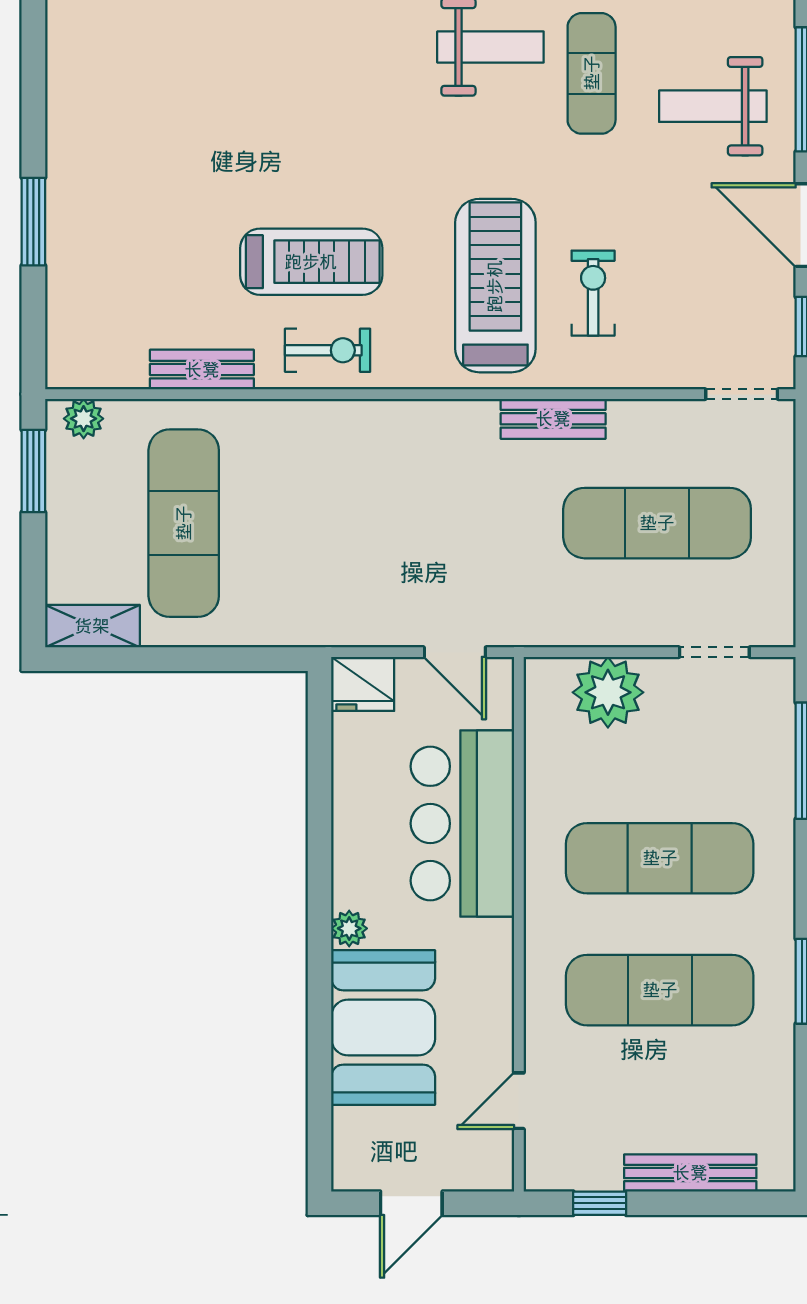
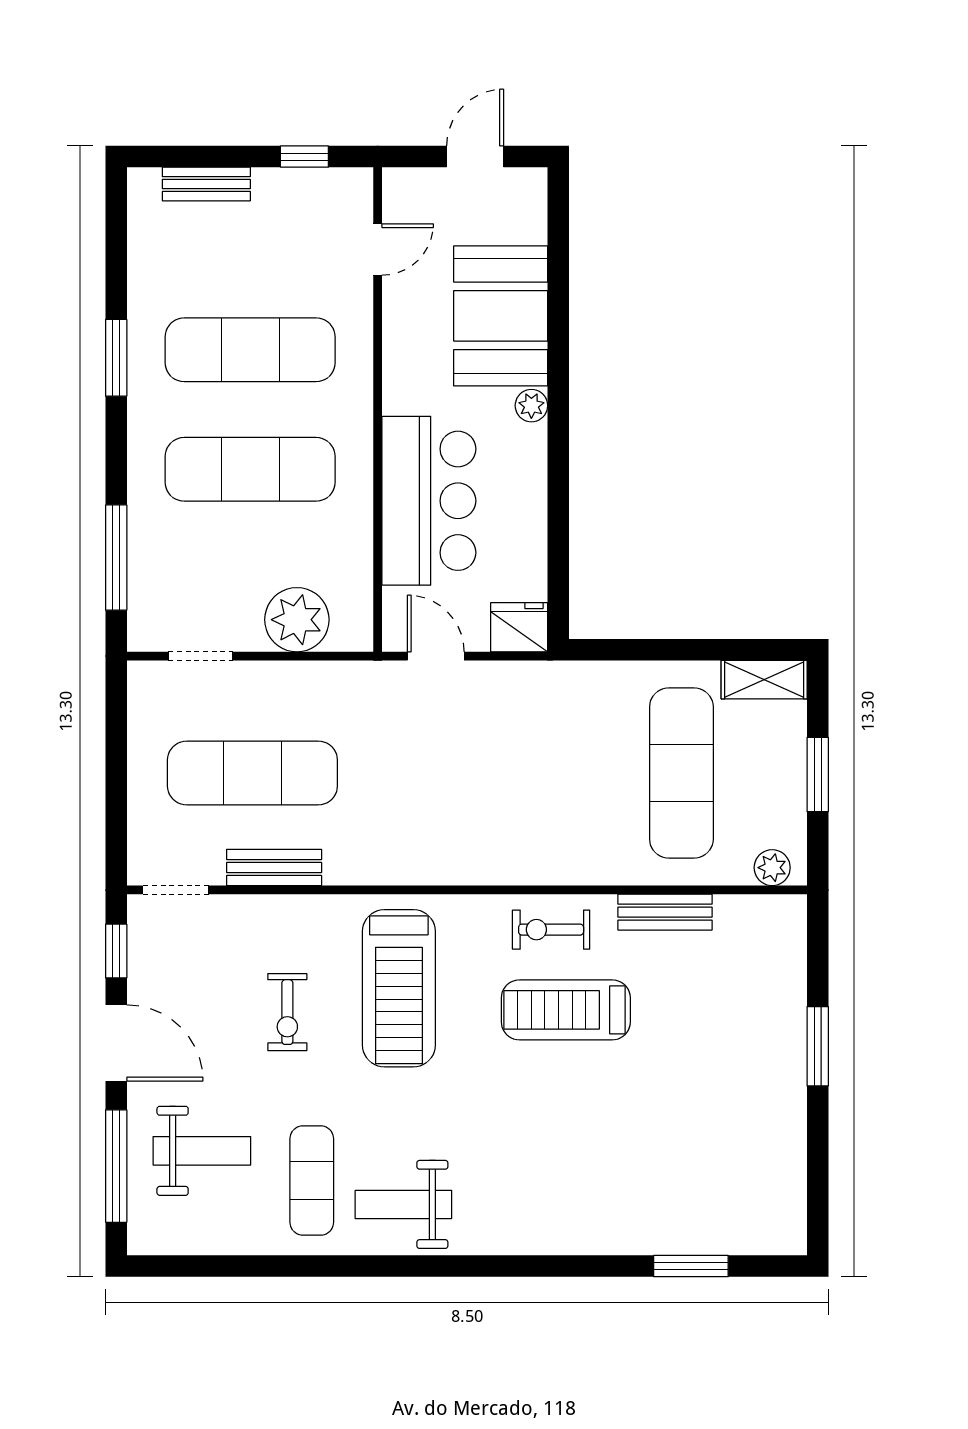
exercise bike: (593, 293) -> (287, 1012), moved
bench: (553, 419) -> (274, 868), moved
window: (33, 471) -> (818, 774), moved
bench: (690, 1173) -> (206, 184), width x0.73

